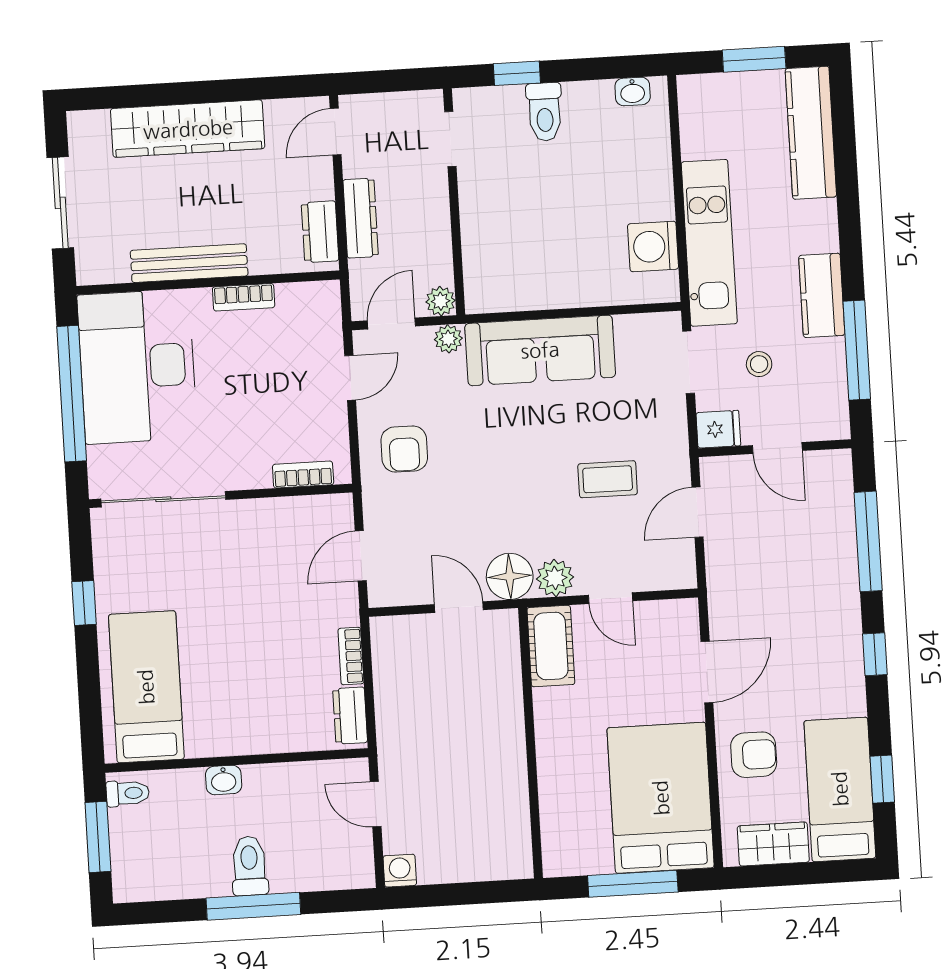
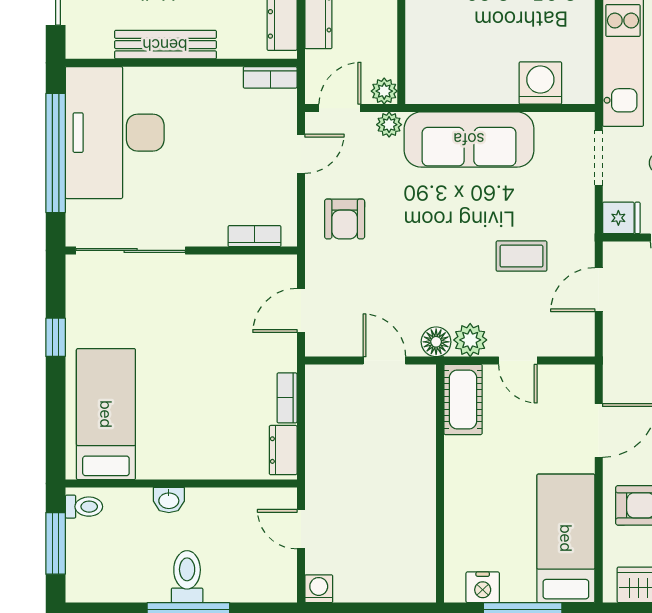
washing machine: (653, 246) -> (540, 83), moved, turned 90
bookcase: (244, 297) -> (270, 77), moved
floor lamp: (510, 576) -> (436, 342), width x0.73, depth x0.73
bed: (661, 798) -> (566, 538), width x0.67
nightstand: (586, 858) -> (483, 587), added

